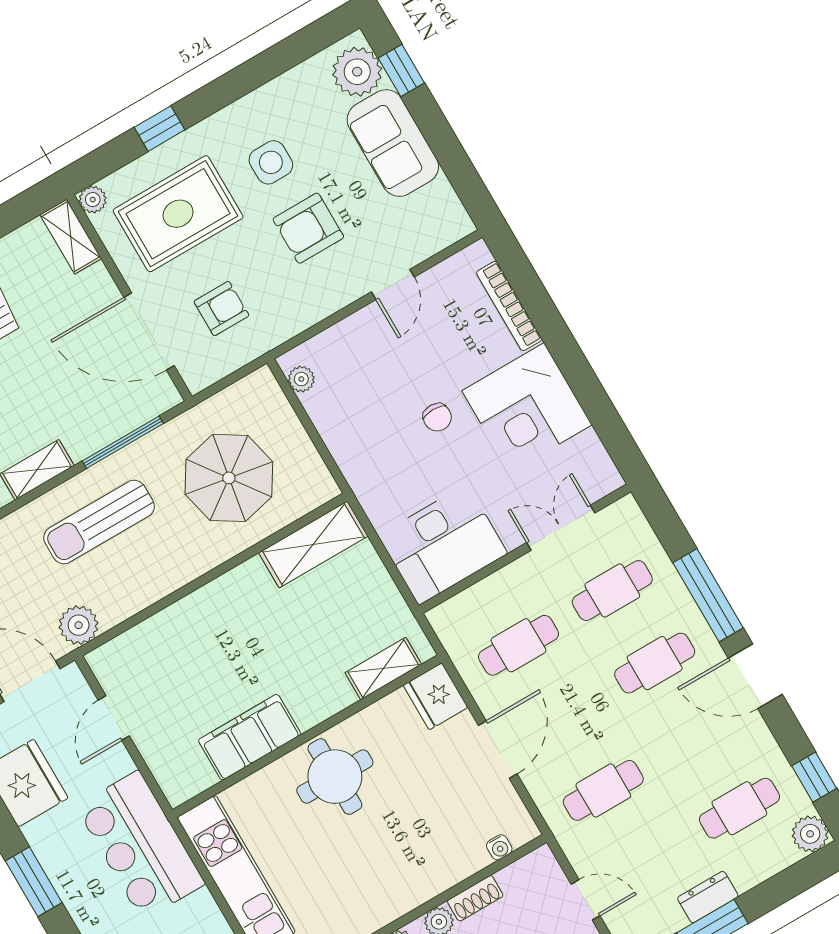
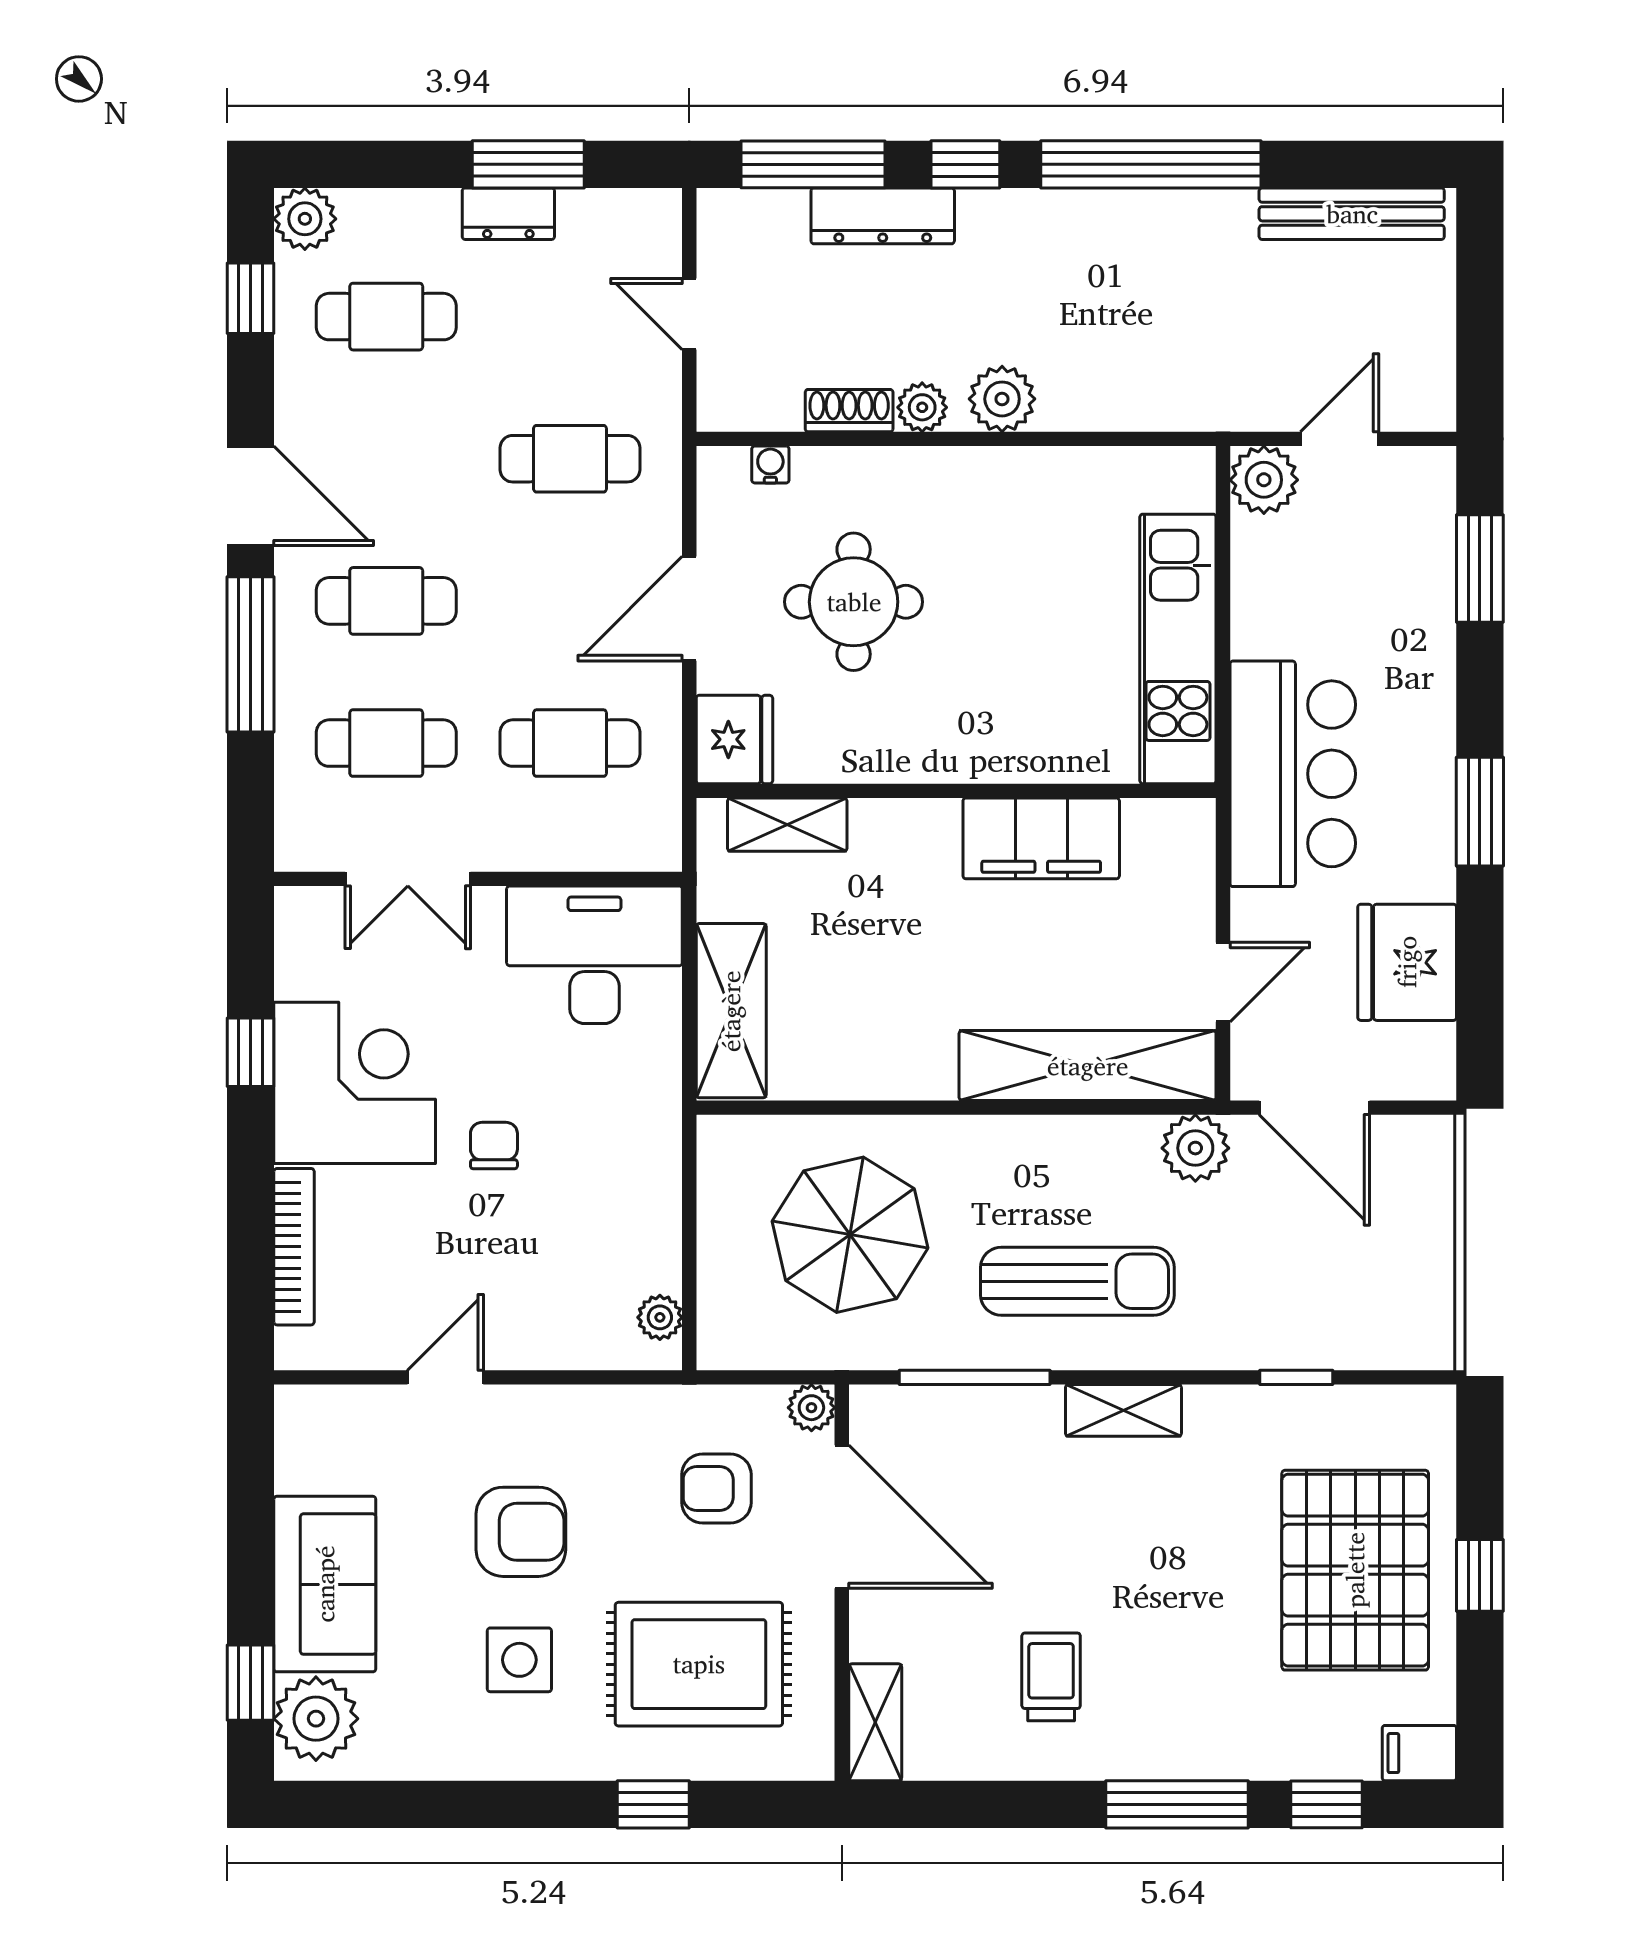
plant: (93, 200) -> (811, 1408), moved
window: (589, 392) -> (251, 1052), added
shelving: (313, 544) -> (731, 1011), moved, turned 90
shelving: (158, 635) -> (1088, 1066), added
round table: (335, 777) -> (854, 602), moved

